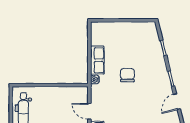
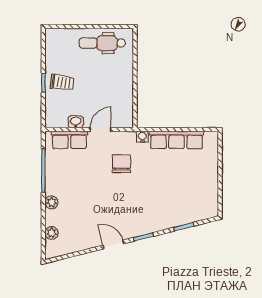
row of seats: (97, 60) -> (176, 140), width x1.48
chair: (127, 75) -> (121, 164), moved, turned -90

